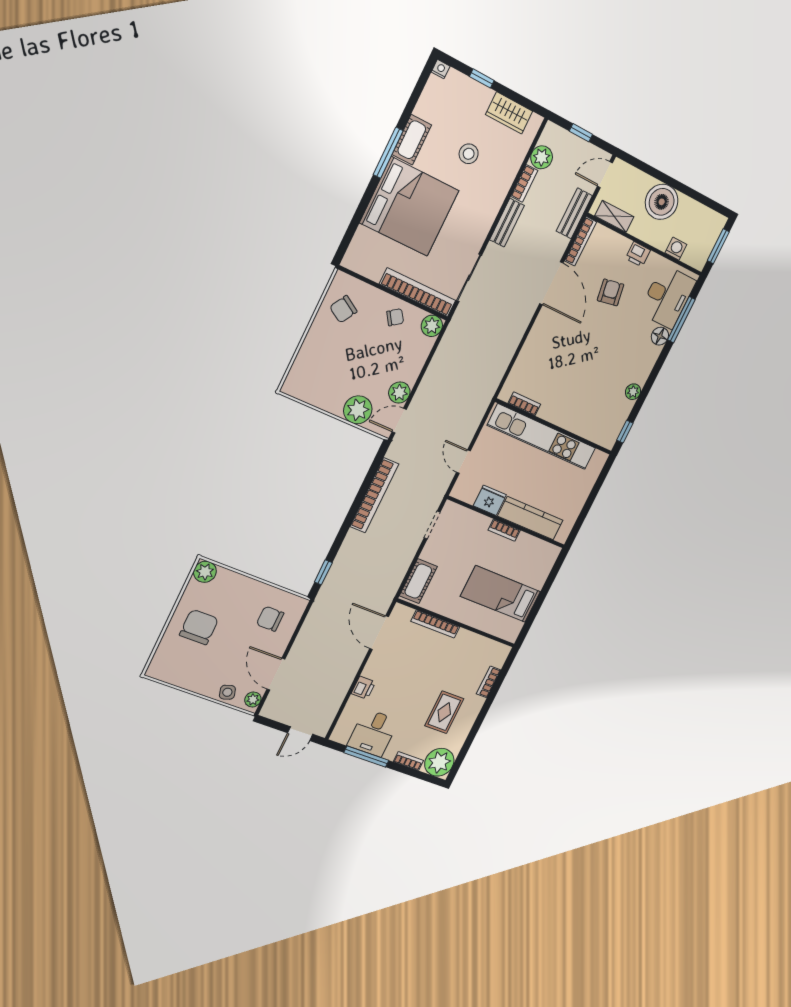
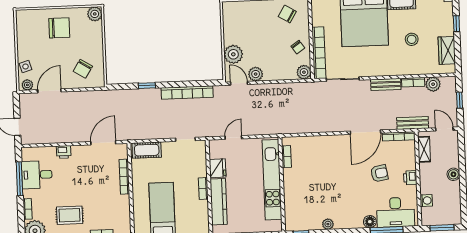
boiler: (662, 202) -> (453, 174), width x0.54, depth x0.54
window: (323, 572) -> (147, 86), moved
chair: (270, 619) -> (83, 69), turned -148

